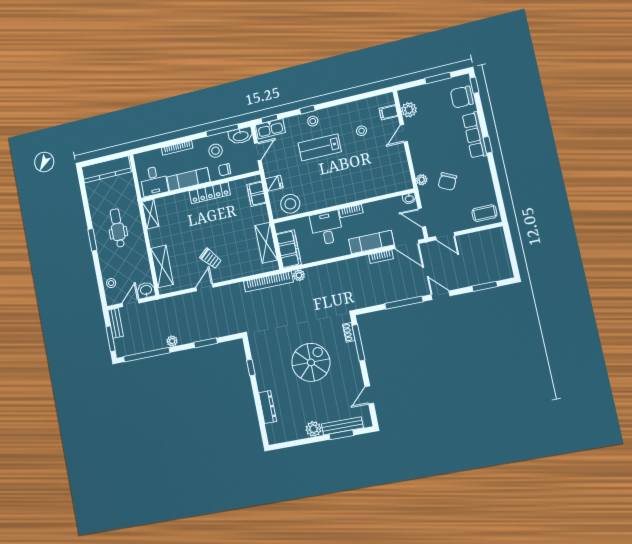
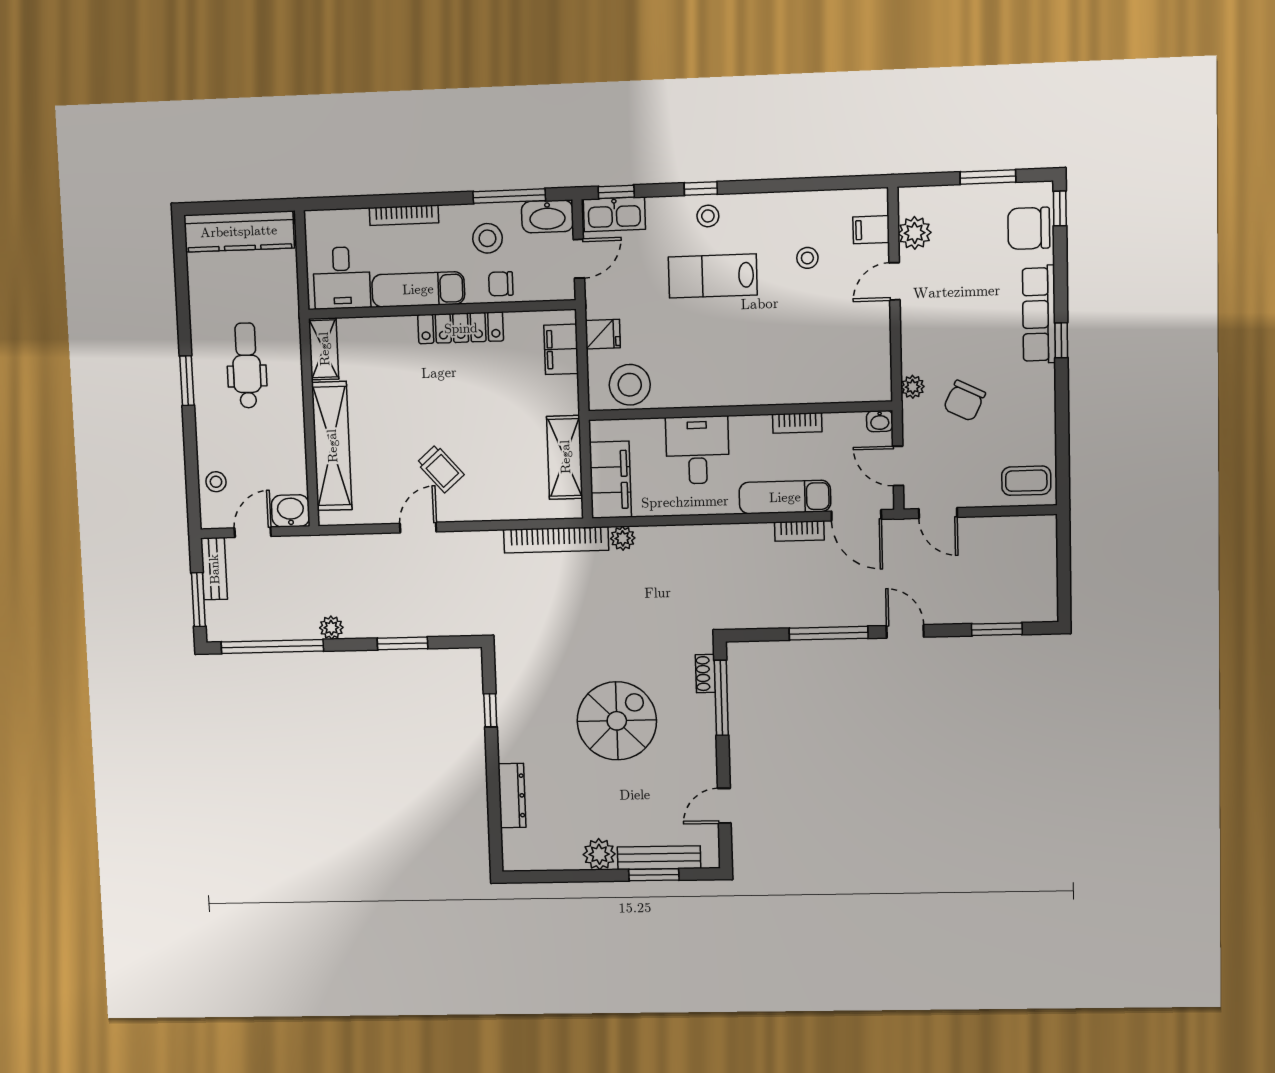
bookcase: (351, 211) -> (797, 423), moved
shelving: (162, 266) -> (332, 446), width x1.47

